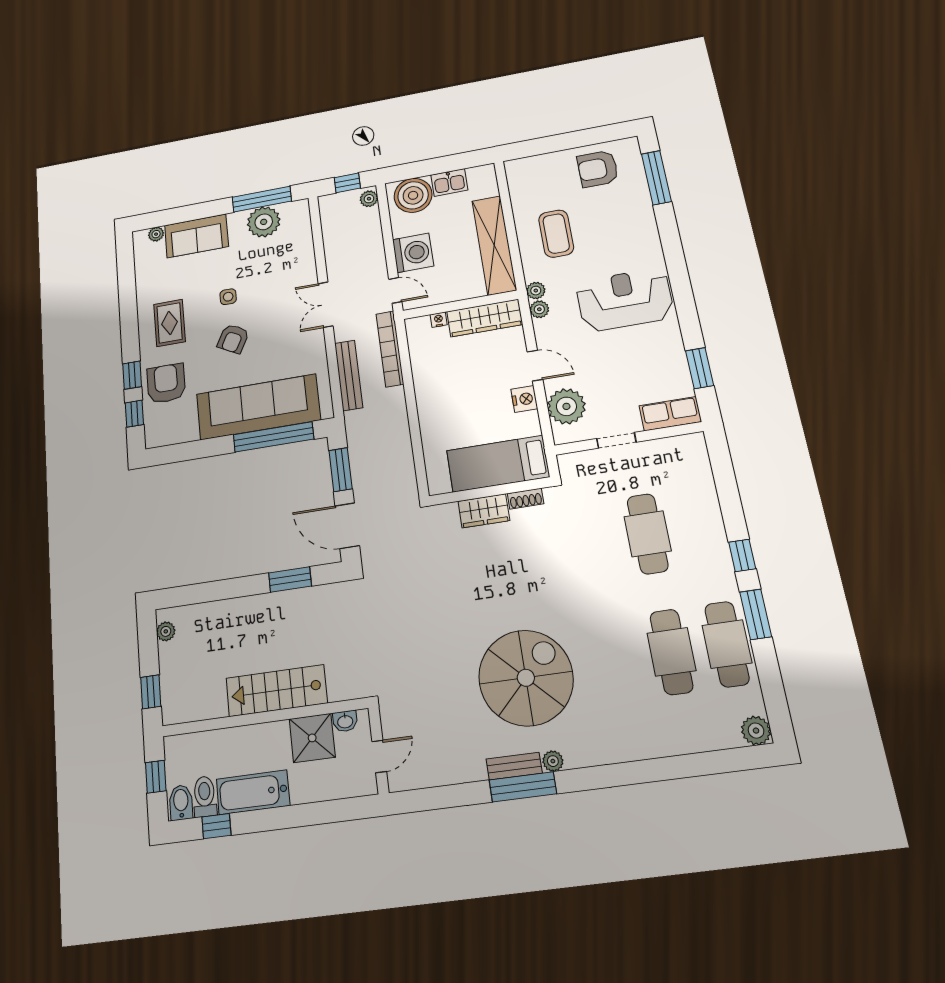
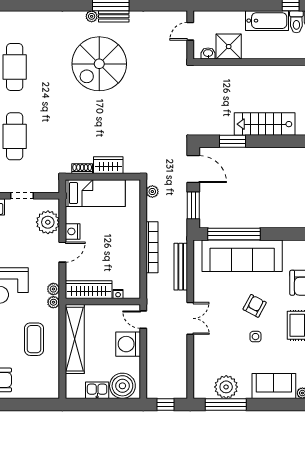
plant: (369, 199) -> (152, 192), moved
bookcase: (390, 349) -> (152, 247), moved
door: (535, 366) -> (62, 252), swing flipped
stairs: (277, 691) -> (265, 124), moved, turned 180

